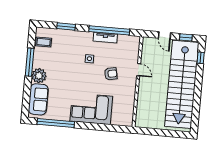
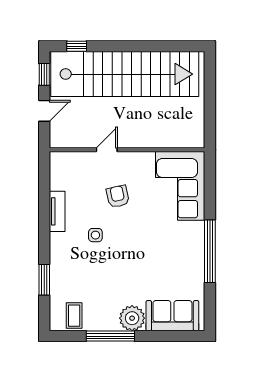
window: (109, 30) -> (44, 206), removed
corner sofa: (91, 109) -> (180, 186), moved
window: (56, 123) -> (210, 251), moved

